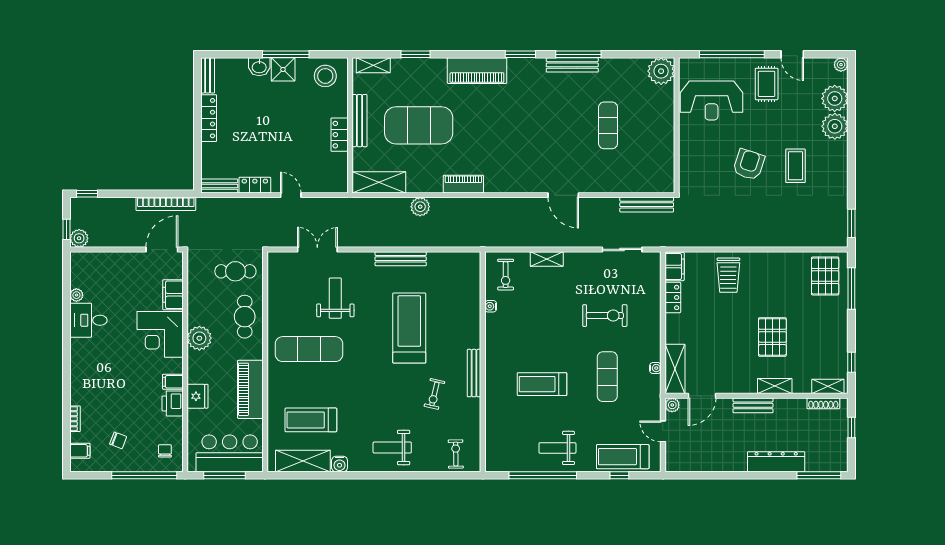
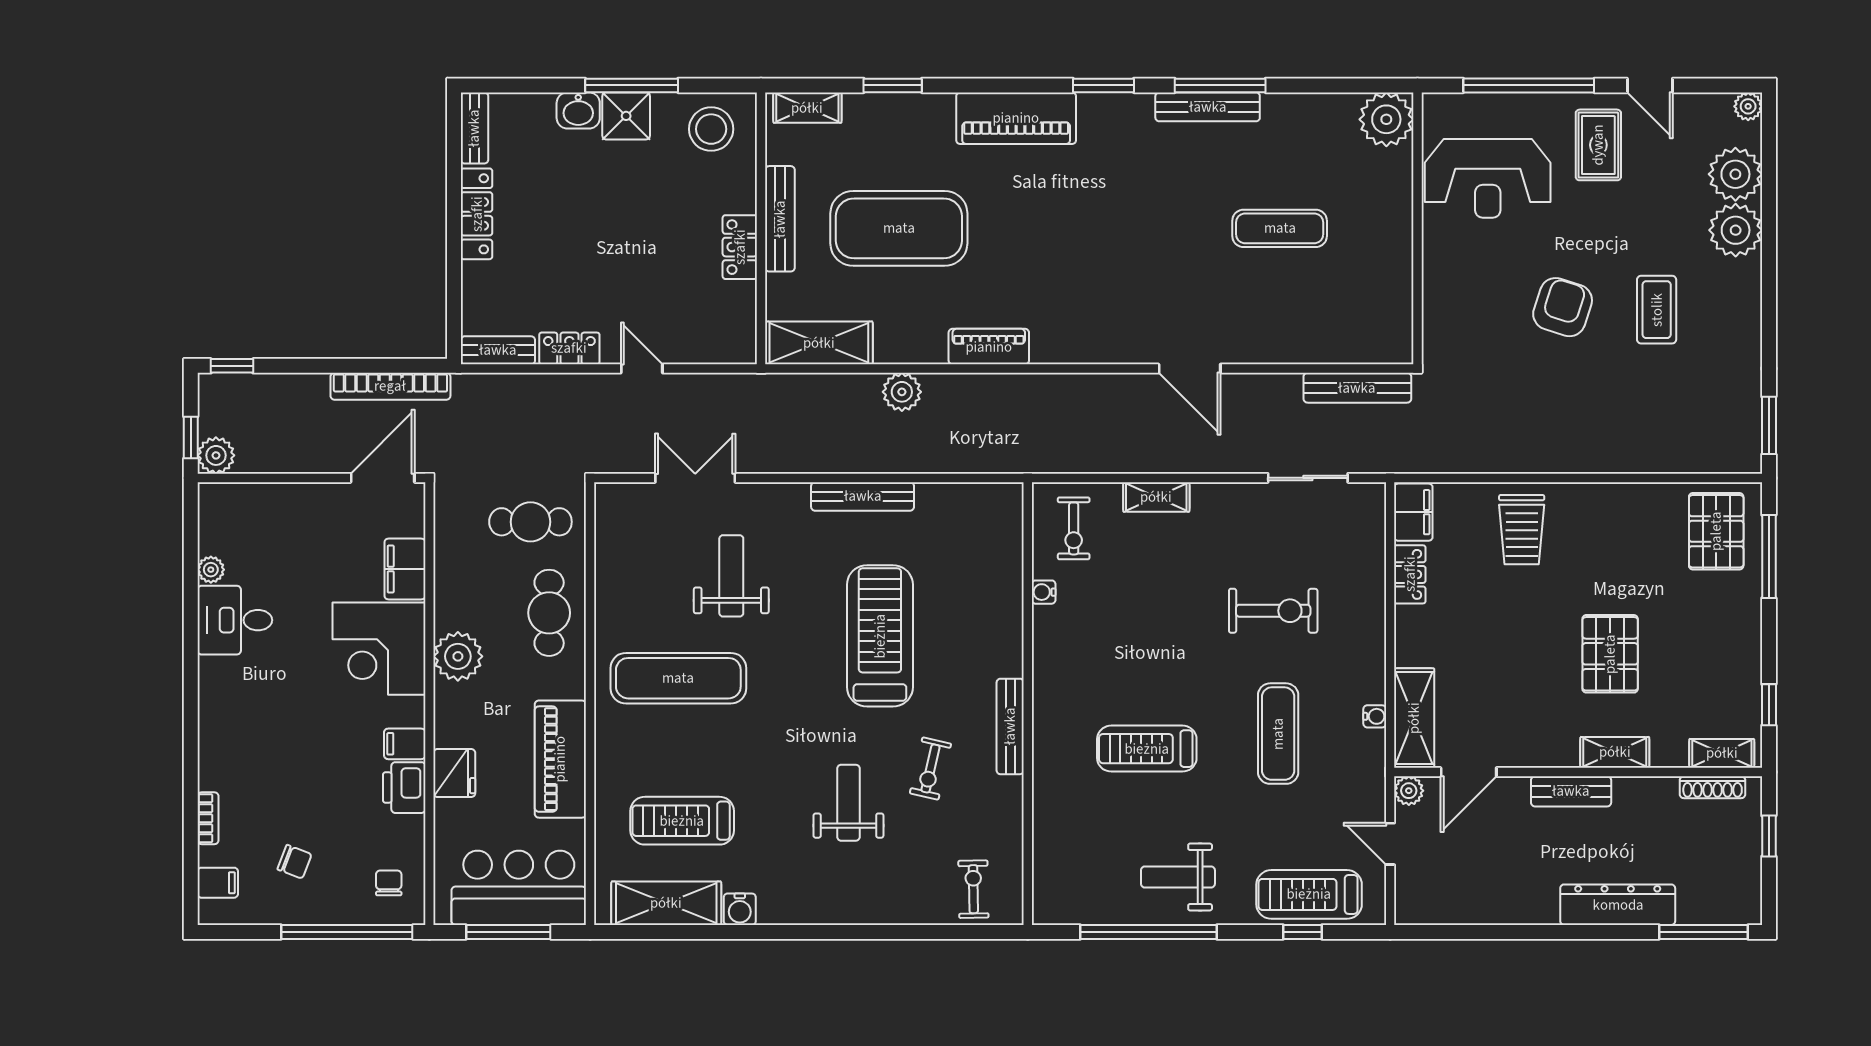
exercise mat: (608, 125) -> (1280, 228), turned 90
weight bench: (392, 448) -> (848, 803), moved, turned 90

